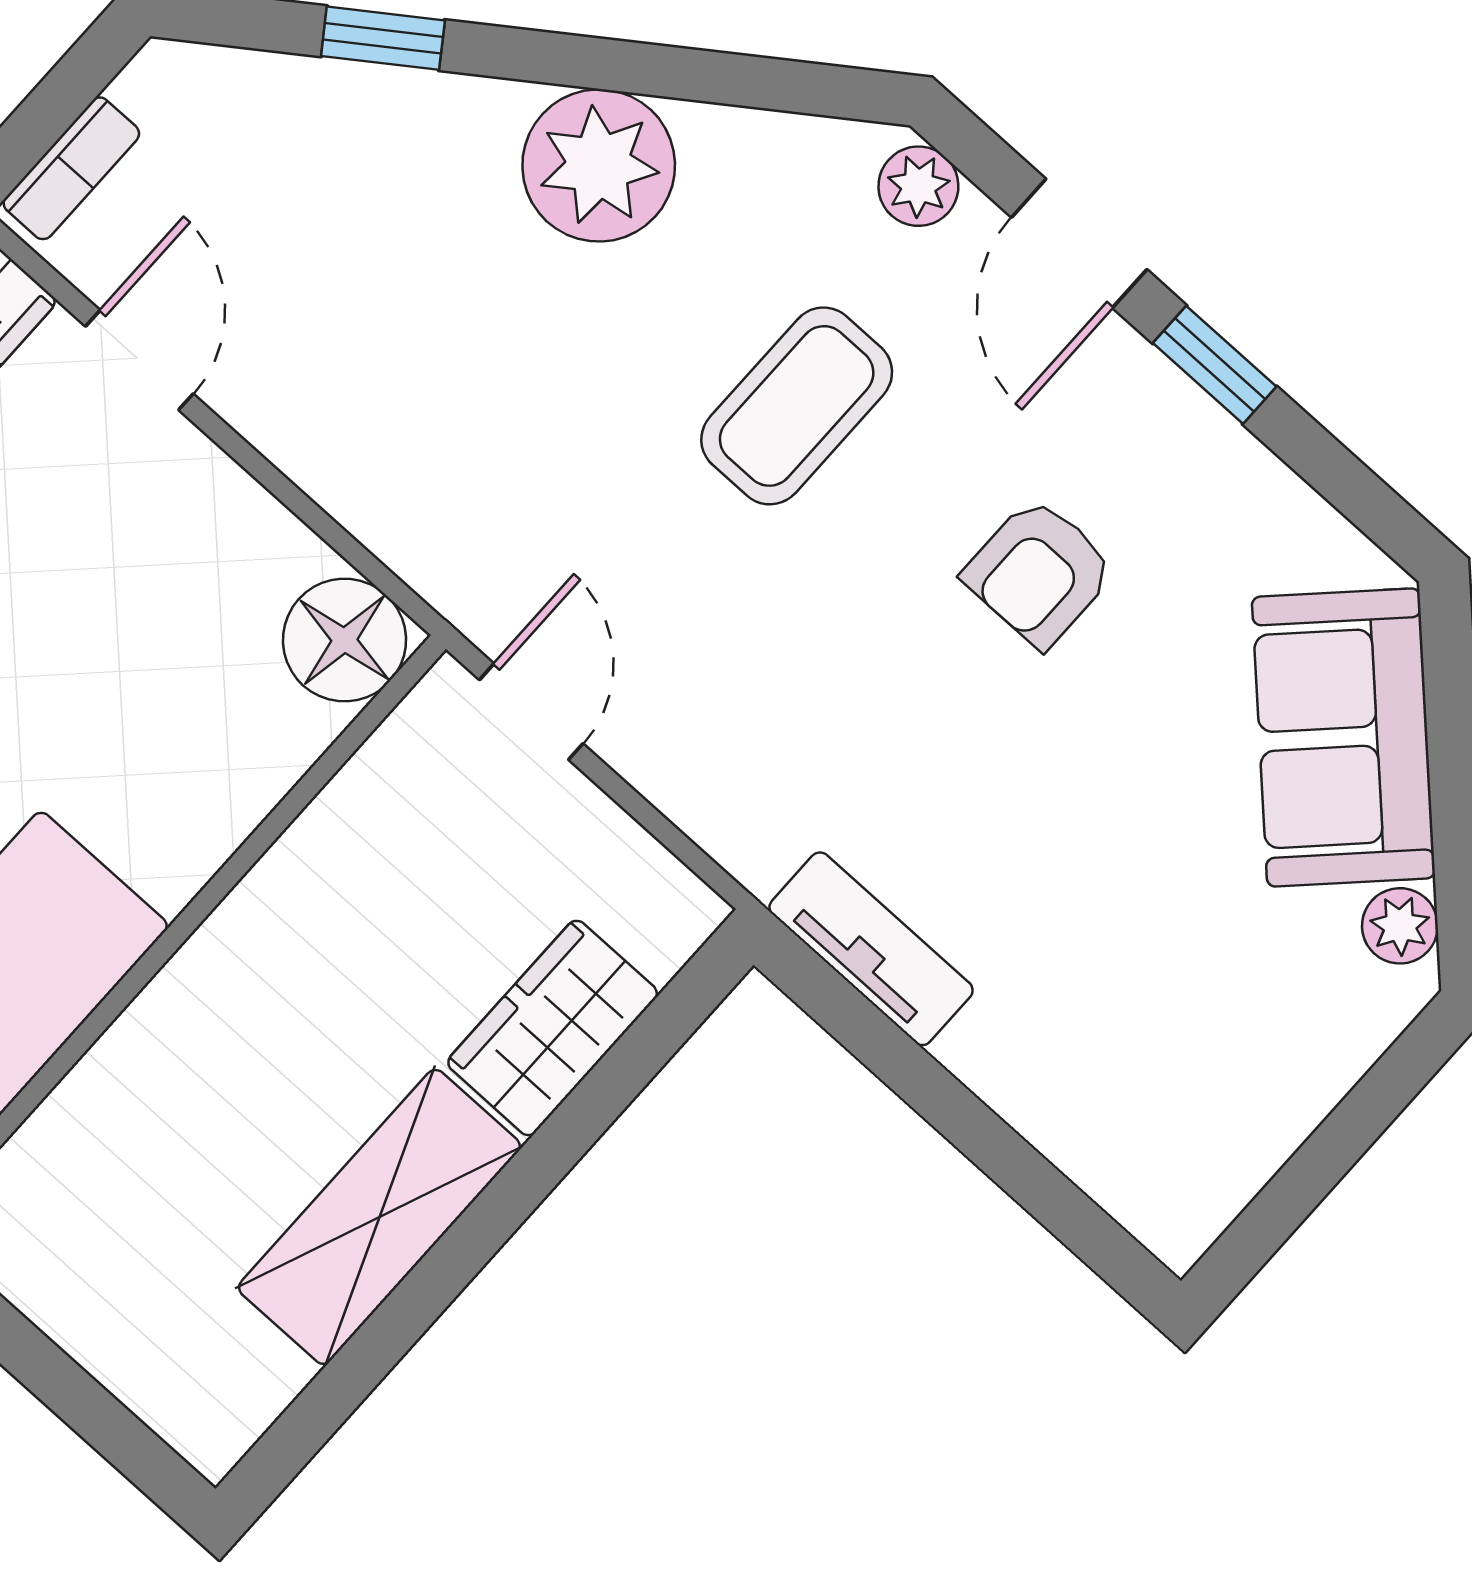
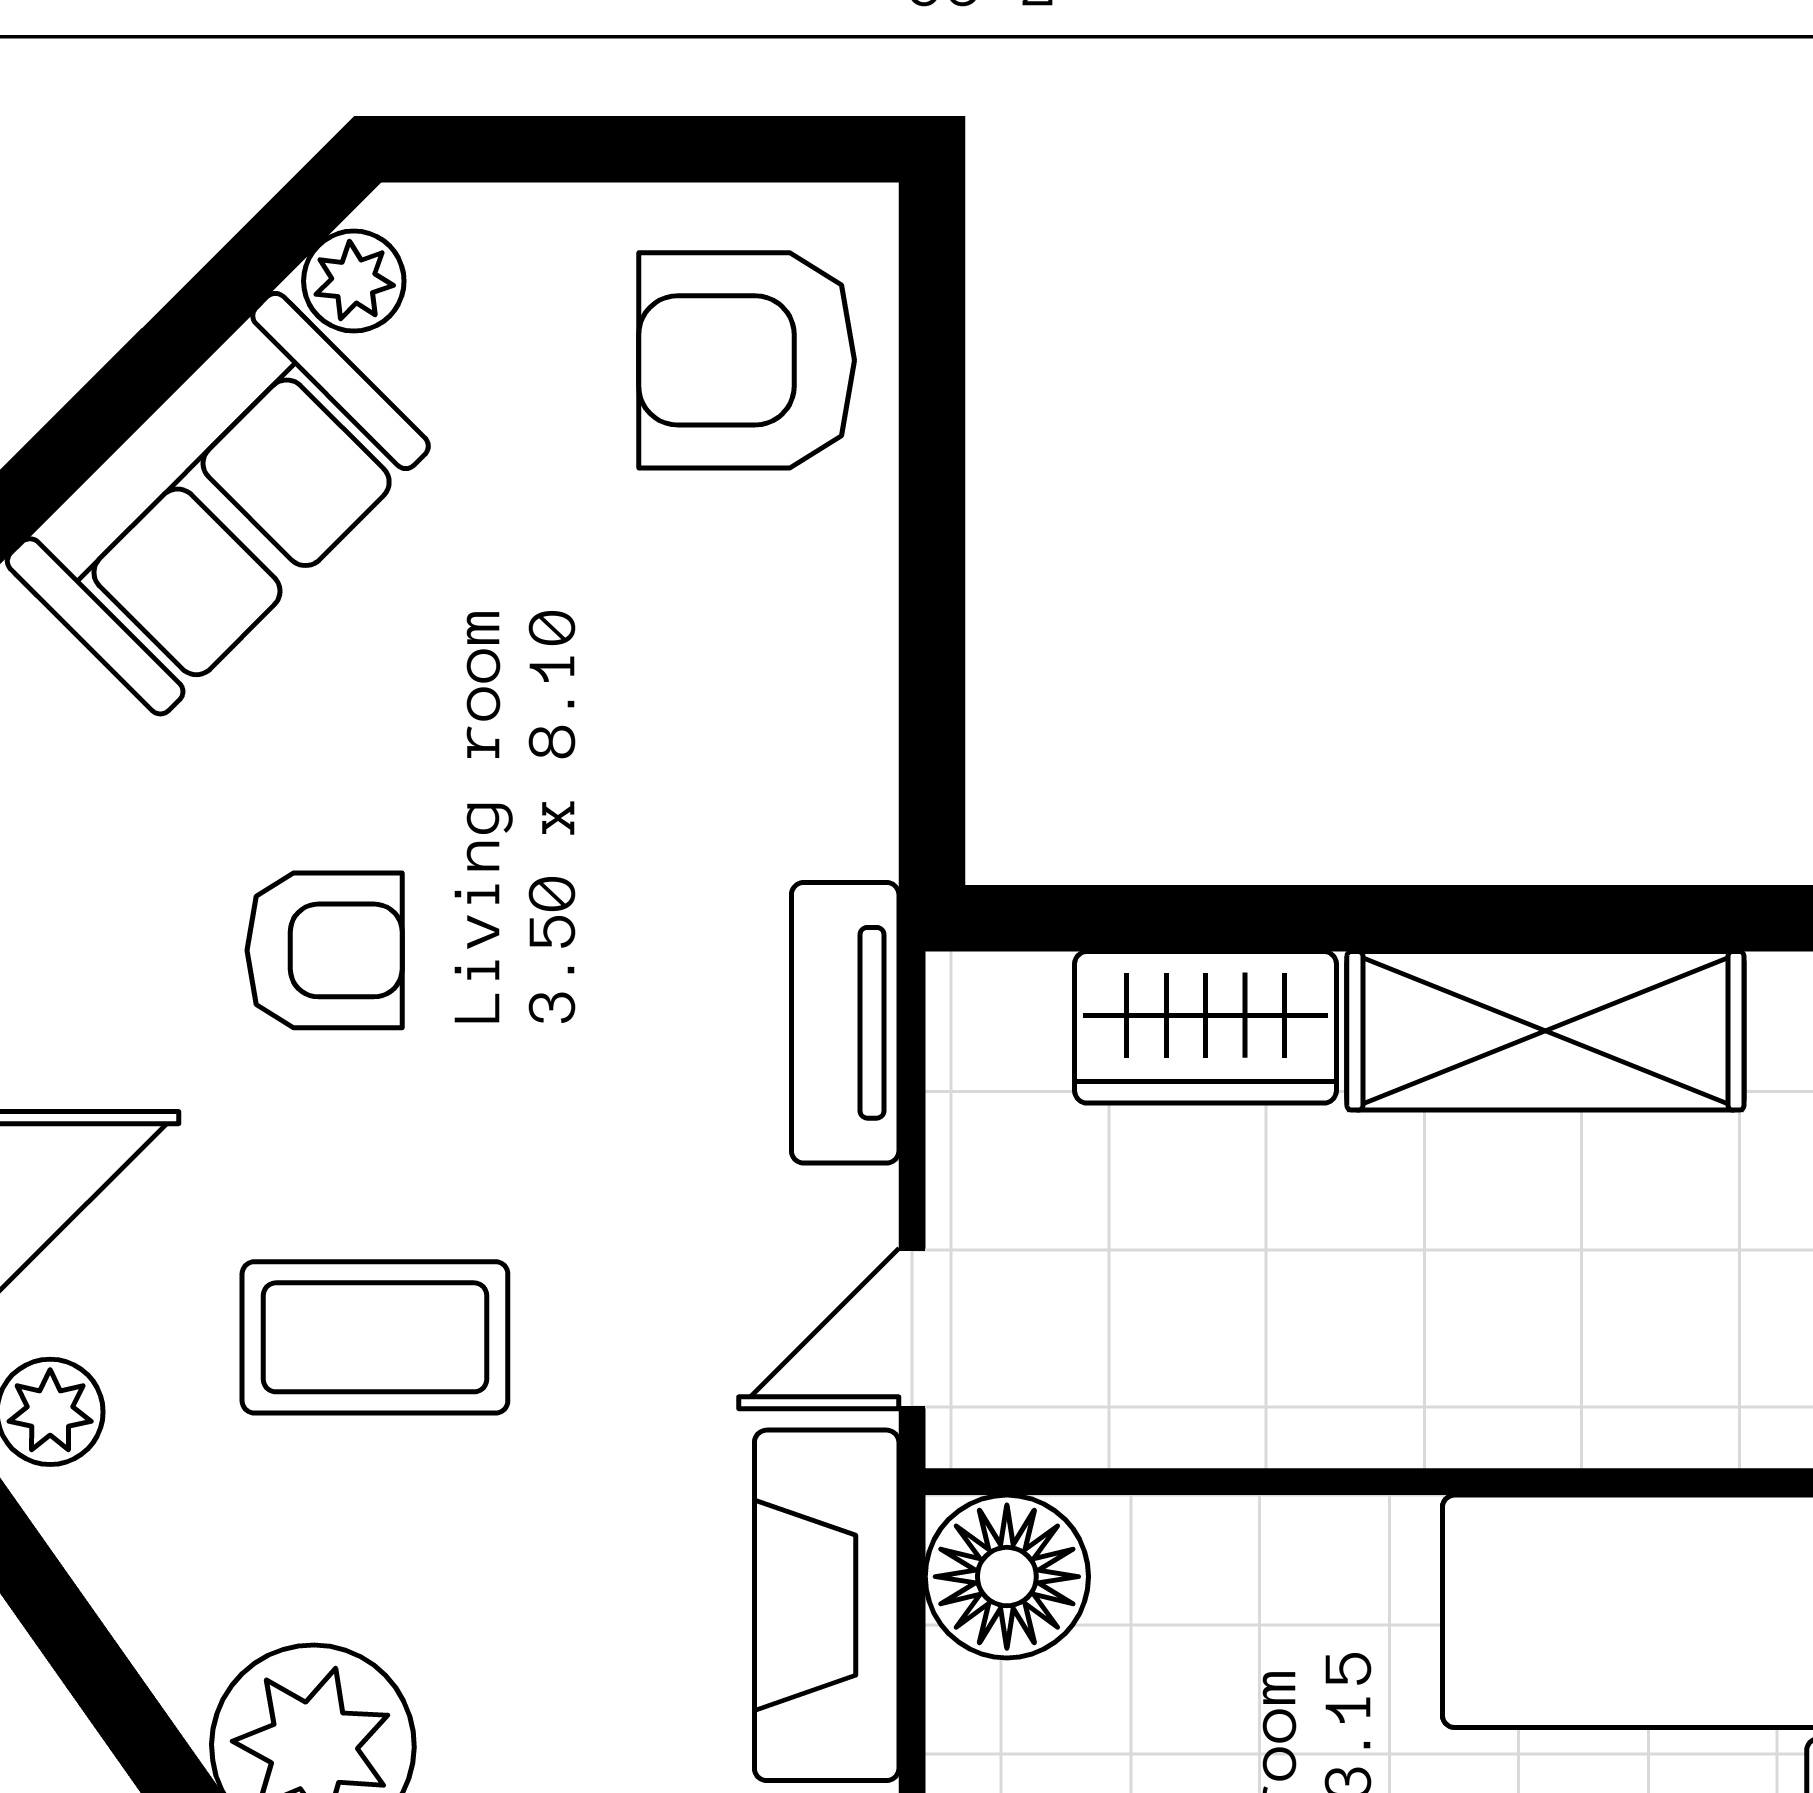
fireplace: (419, 524) -> (827, 1605), added
tv unit: (871, 949) -> (845, 1023), moved
armchair: (1158, 1106) -> (747, 360), added

